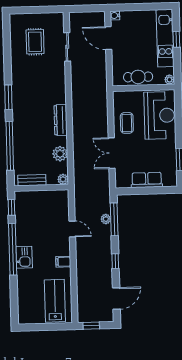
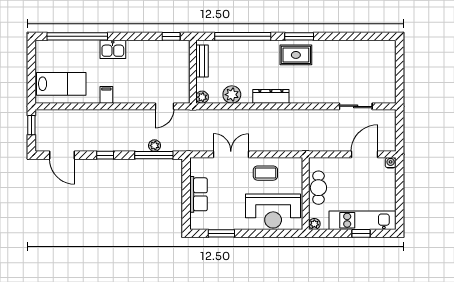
rug: (35, 42) -> (296, 55), moved
door: (72, 229) -> (164, 106), moved
window: (13, 249) -> (77, 36), moved

